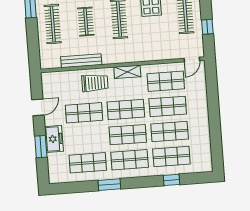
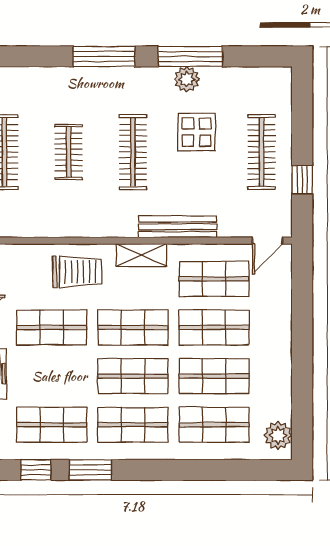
bench: (81, 61) -> (178, 227), moved
plant: (205, 160) -> (278, 435), added
window: (171, 180) -> (36, 470), moved

